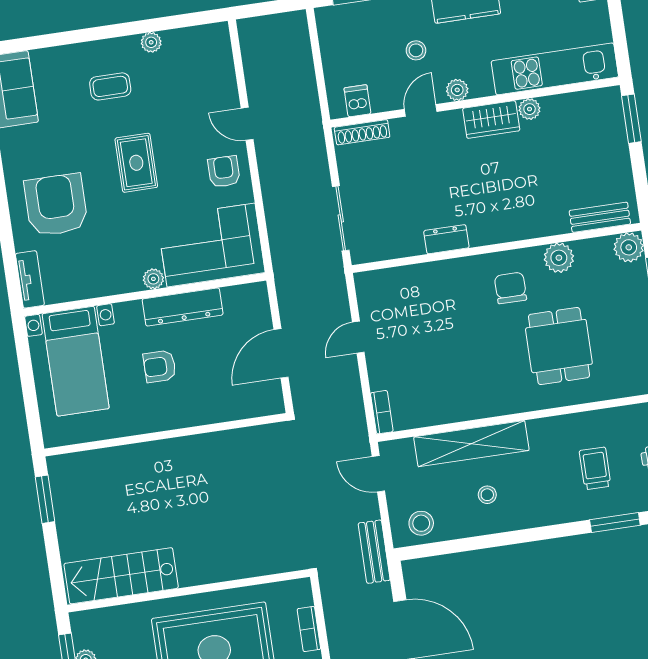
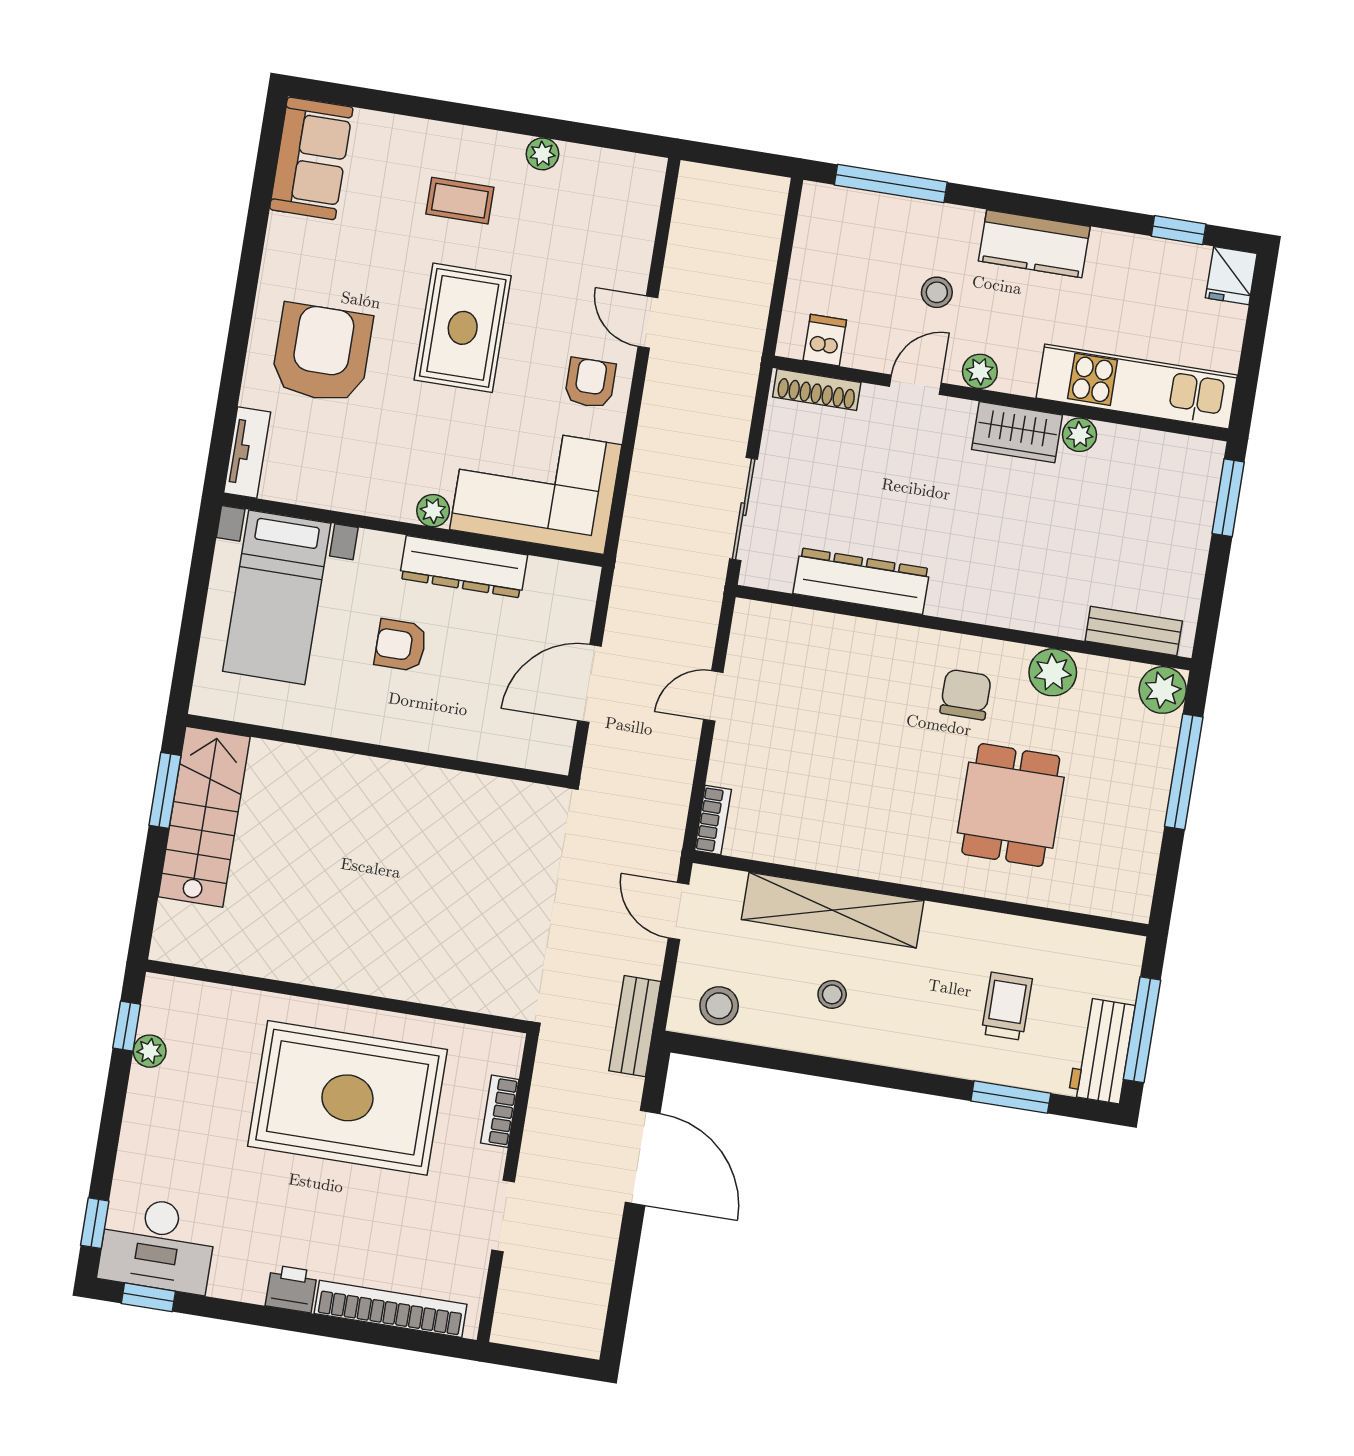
rug: (136, 163) -> (463, 328), width x1.36, depth x1.43
dresser: (446, 239) -> (861, 581), width x1.96, depth x1.24
stairs: (121, 576) -> (204, 817), moved, turned 90

